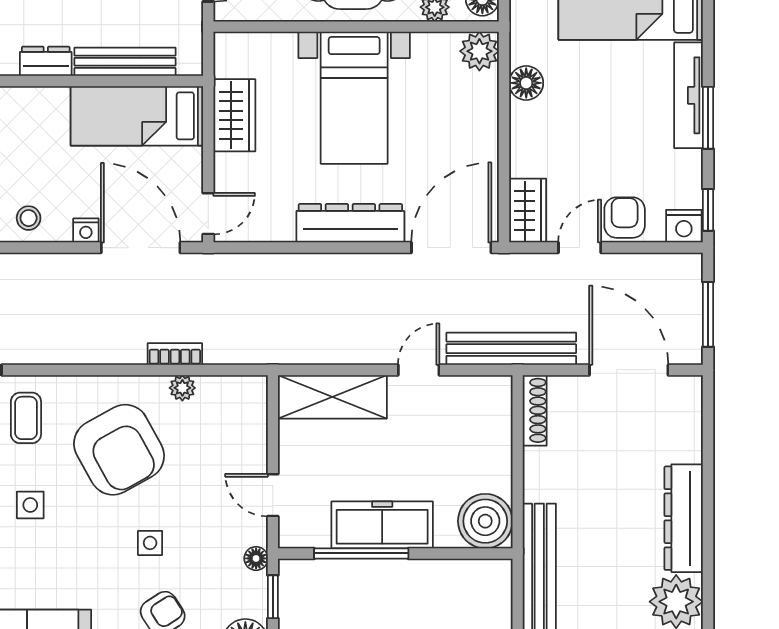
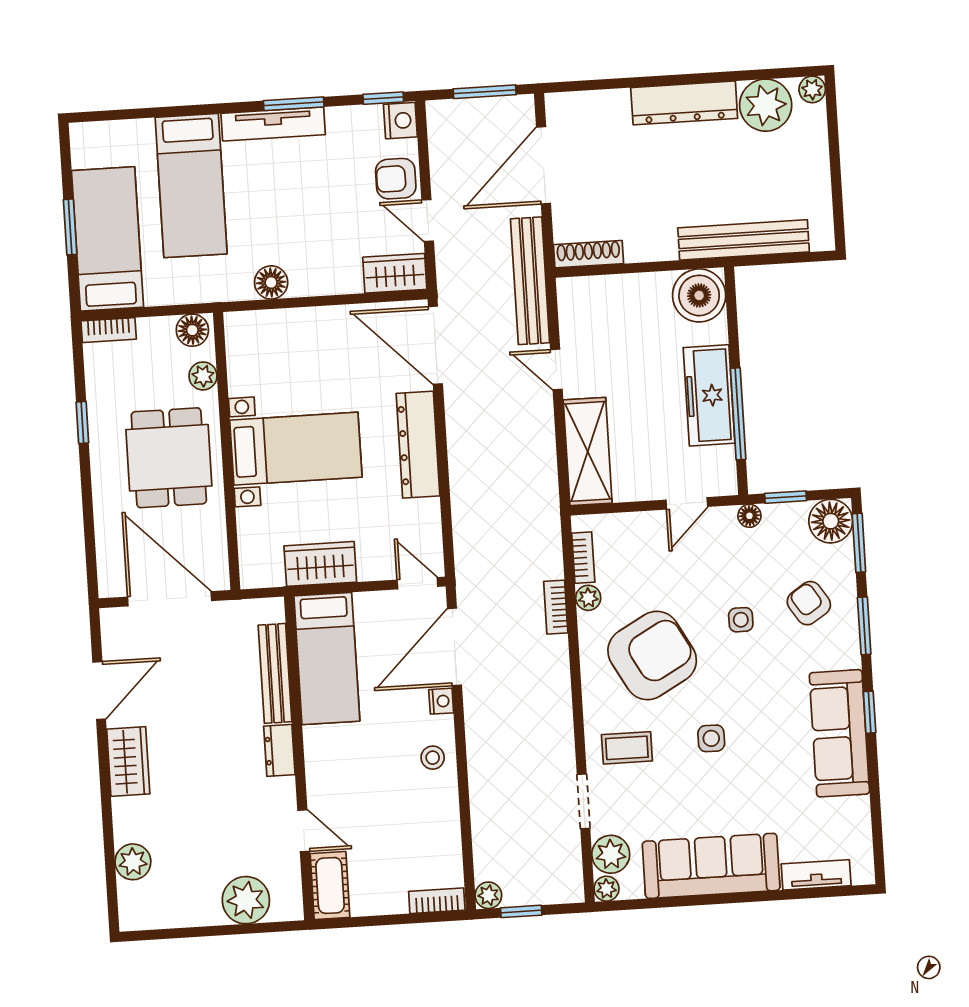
plant: (479, 51) -> (243, 330), removed
bookcase: (224, 385) -> (583, 558), added

